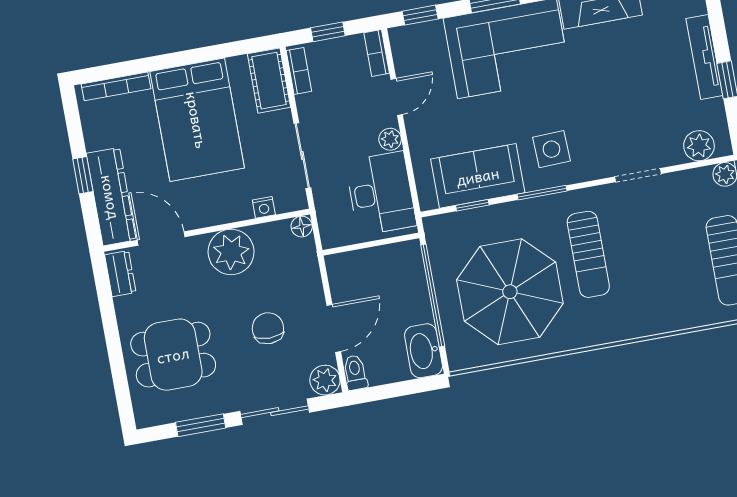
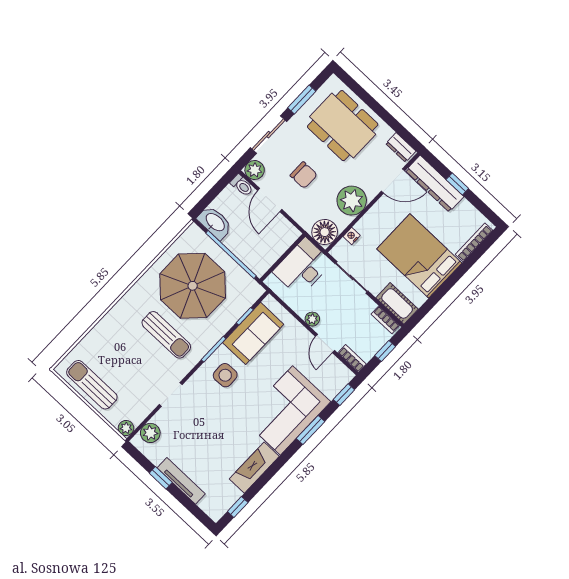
desk: (381, 193) -> (302, 267), moved, turned 90
floor lamp: (302, 227) -> (325, 232), width x1.89, depth x1.89
sun lounger: (588, 254) -> (166, 335), turned 180
dining table: (173, 355) -> (343, 126), width x1.38

